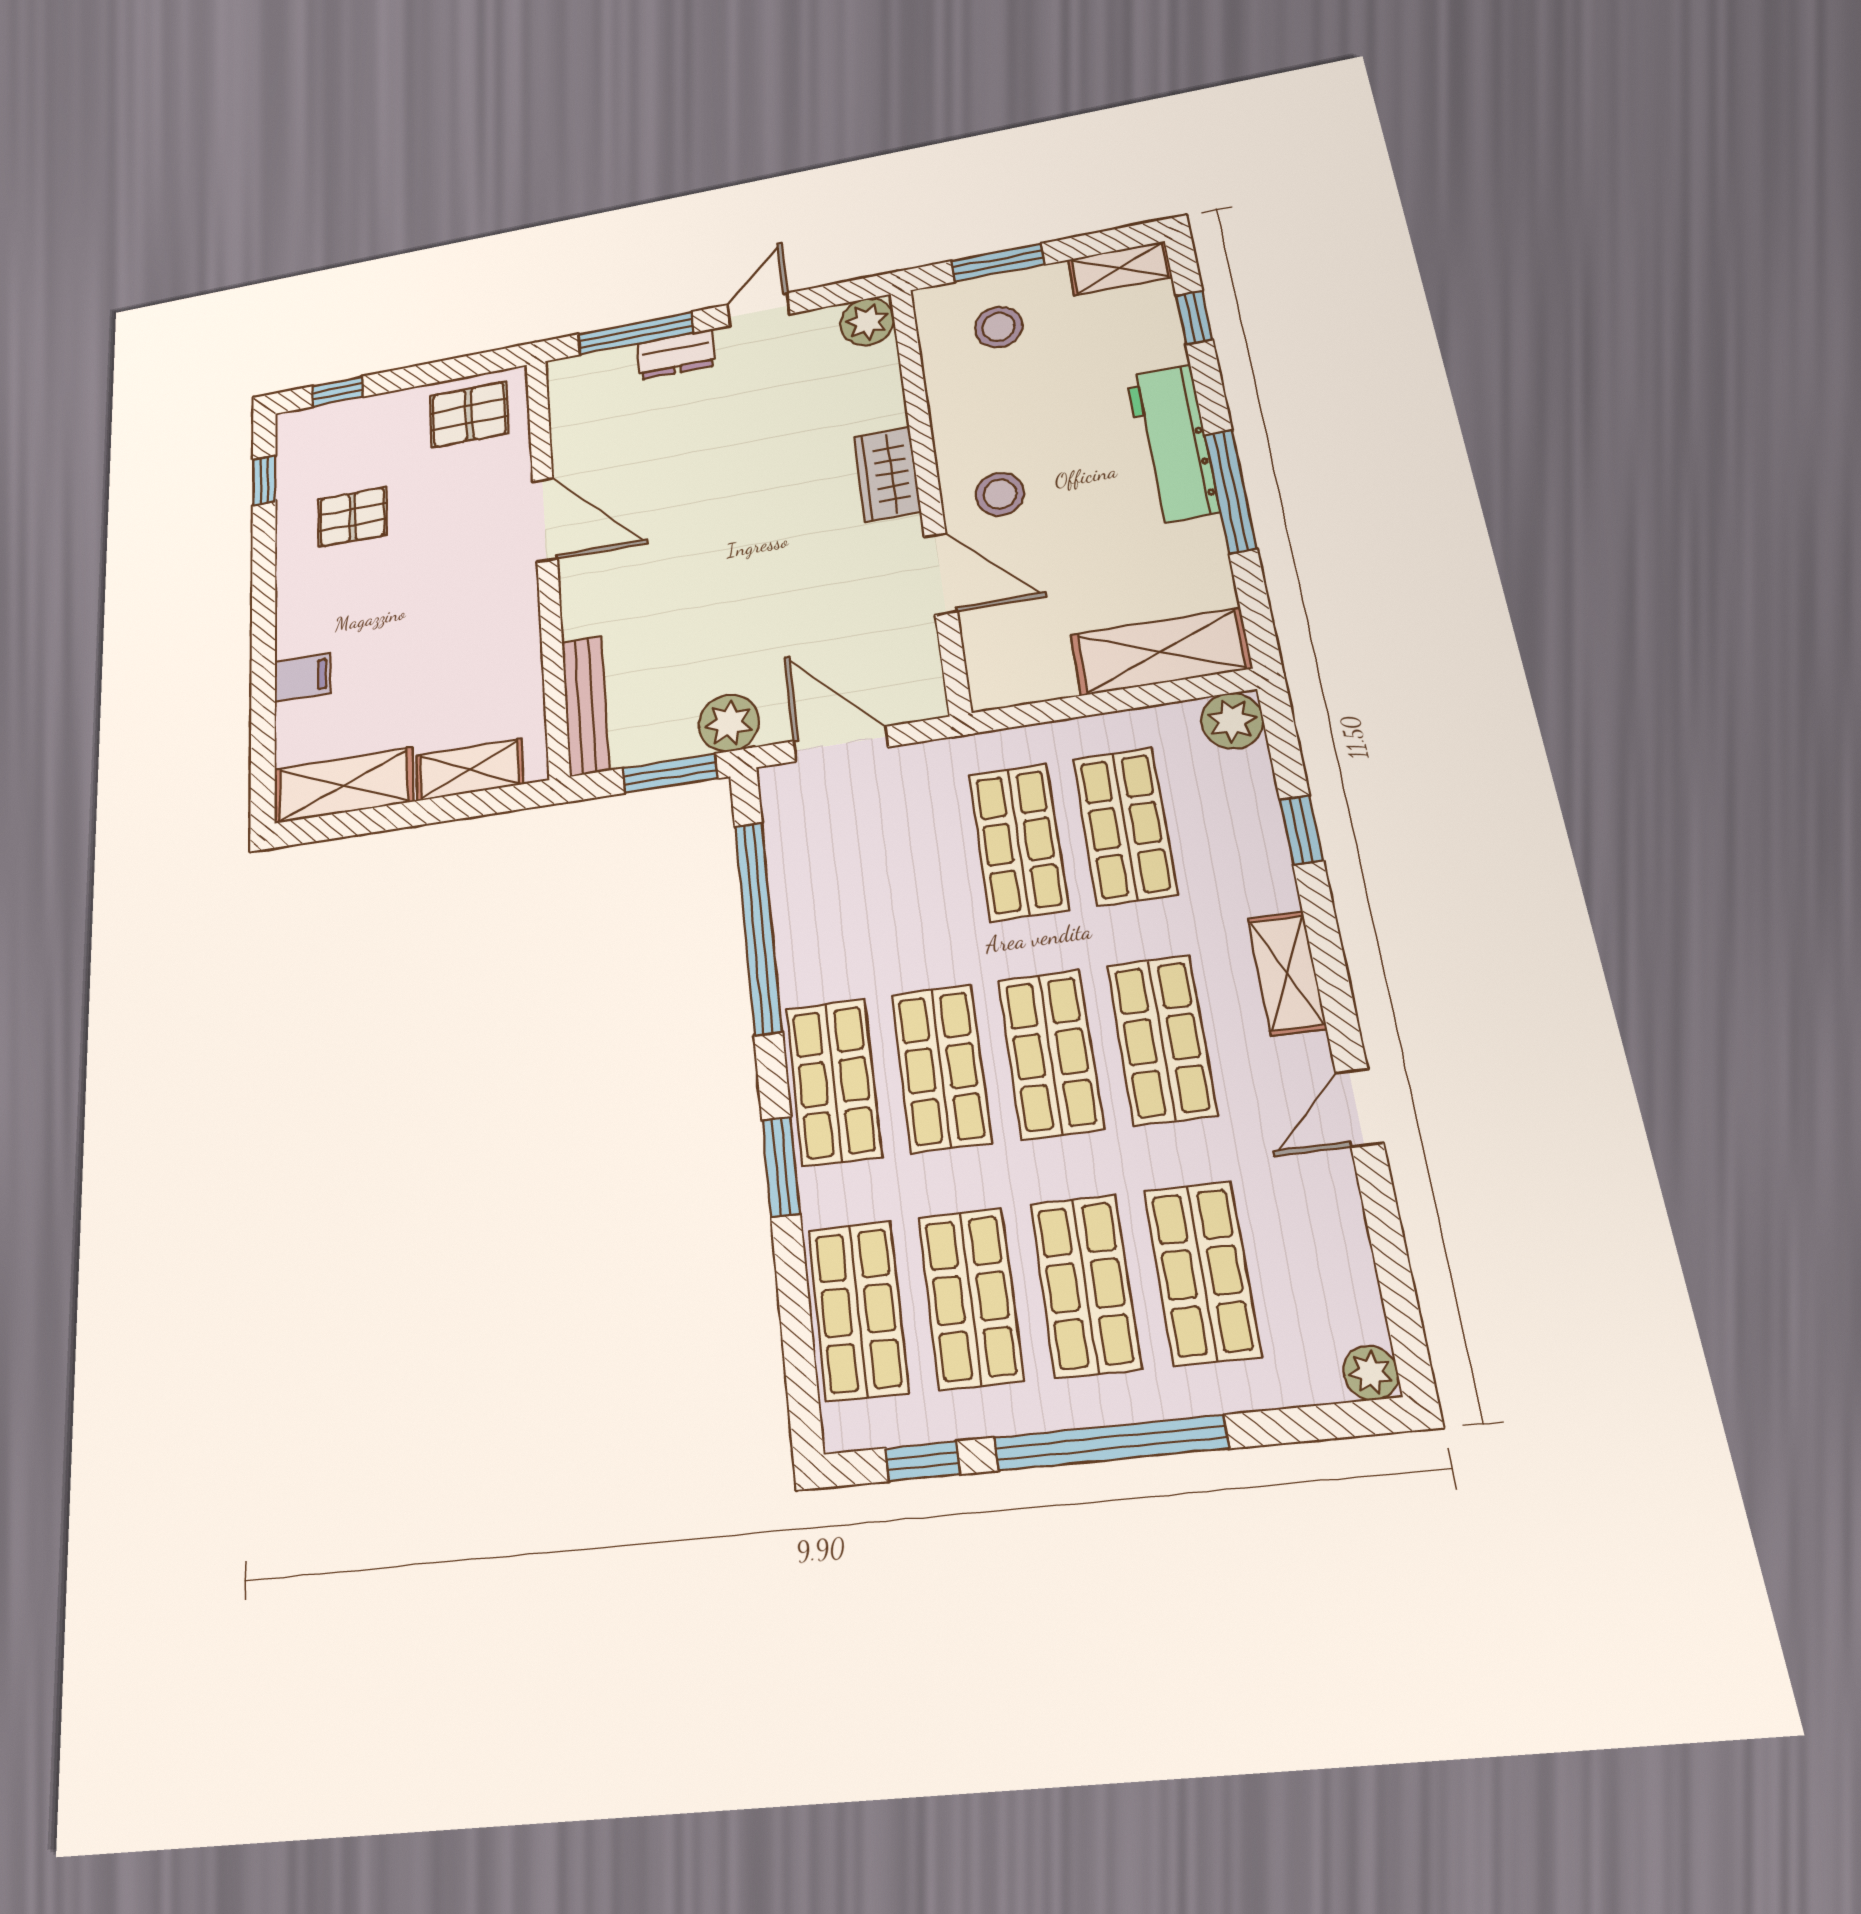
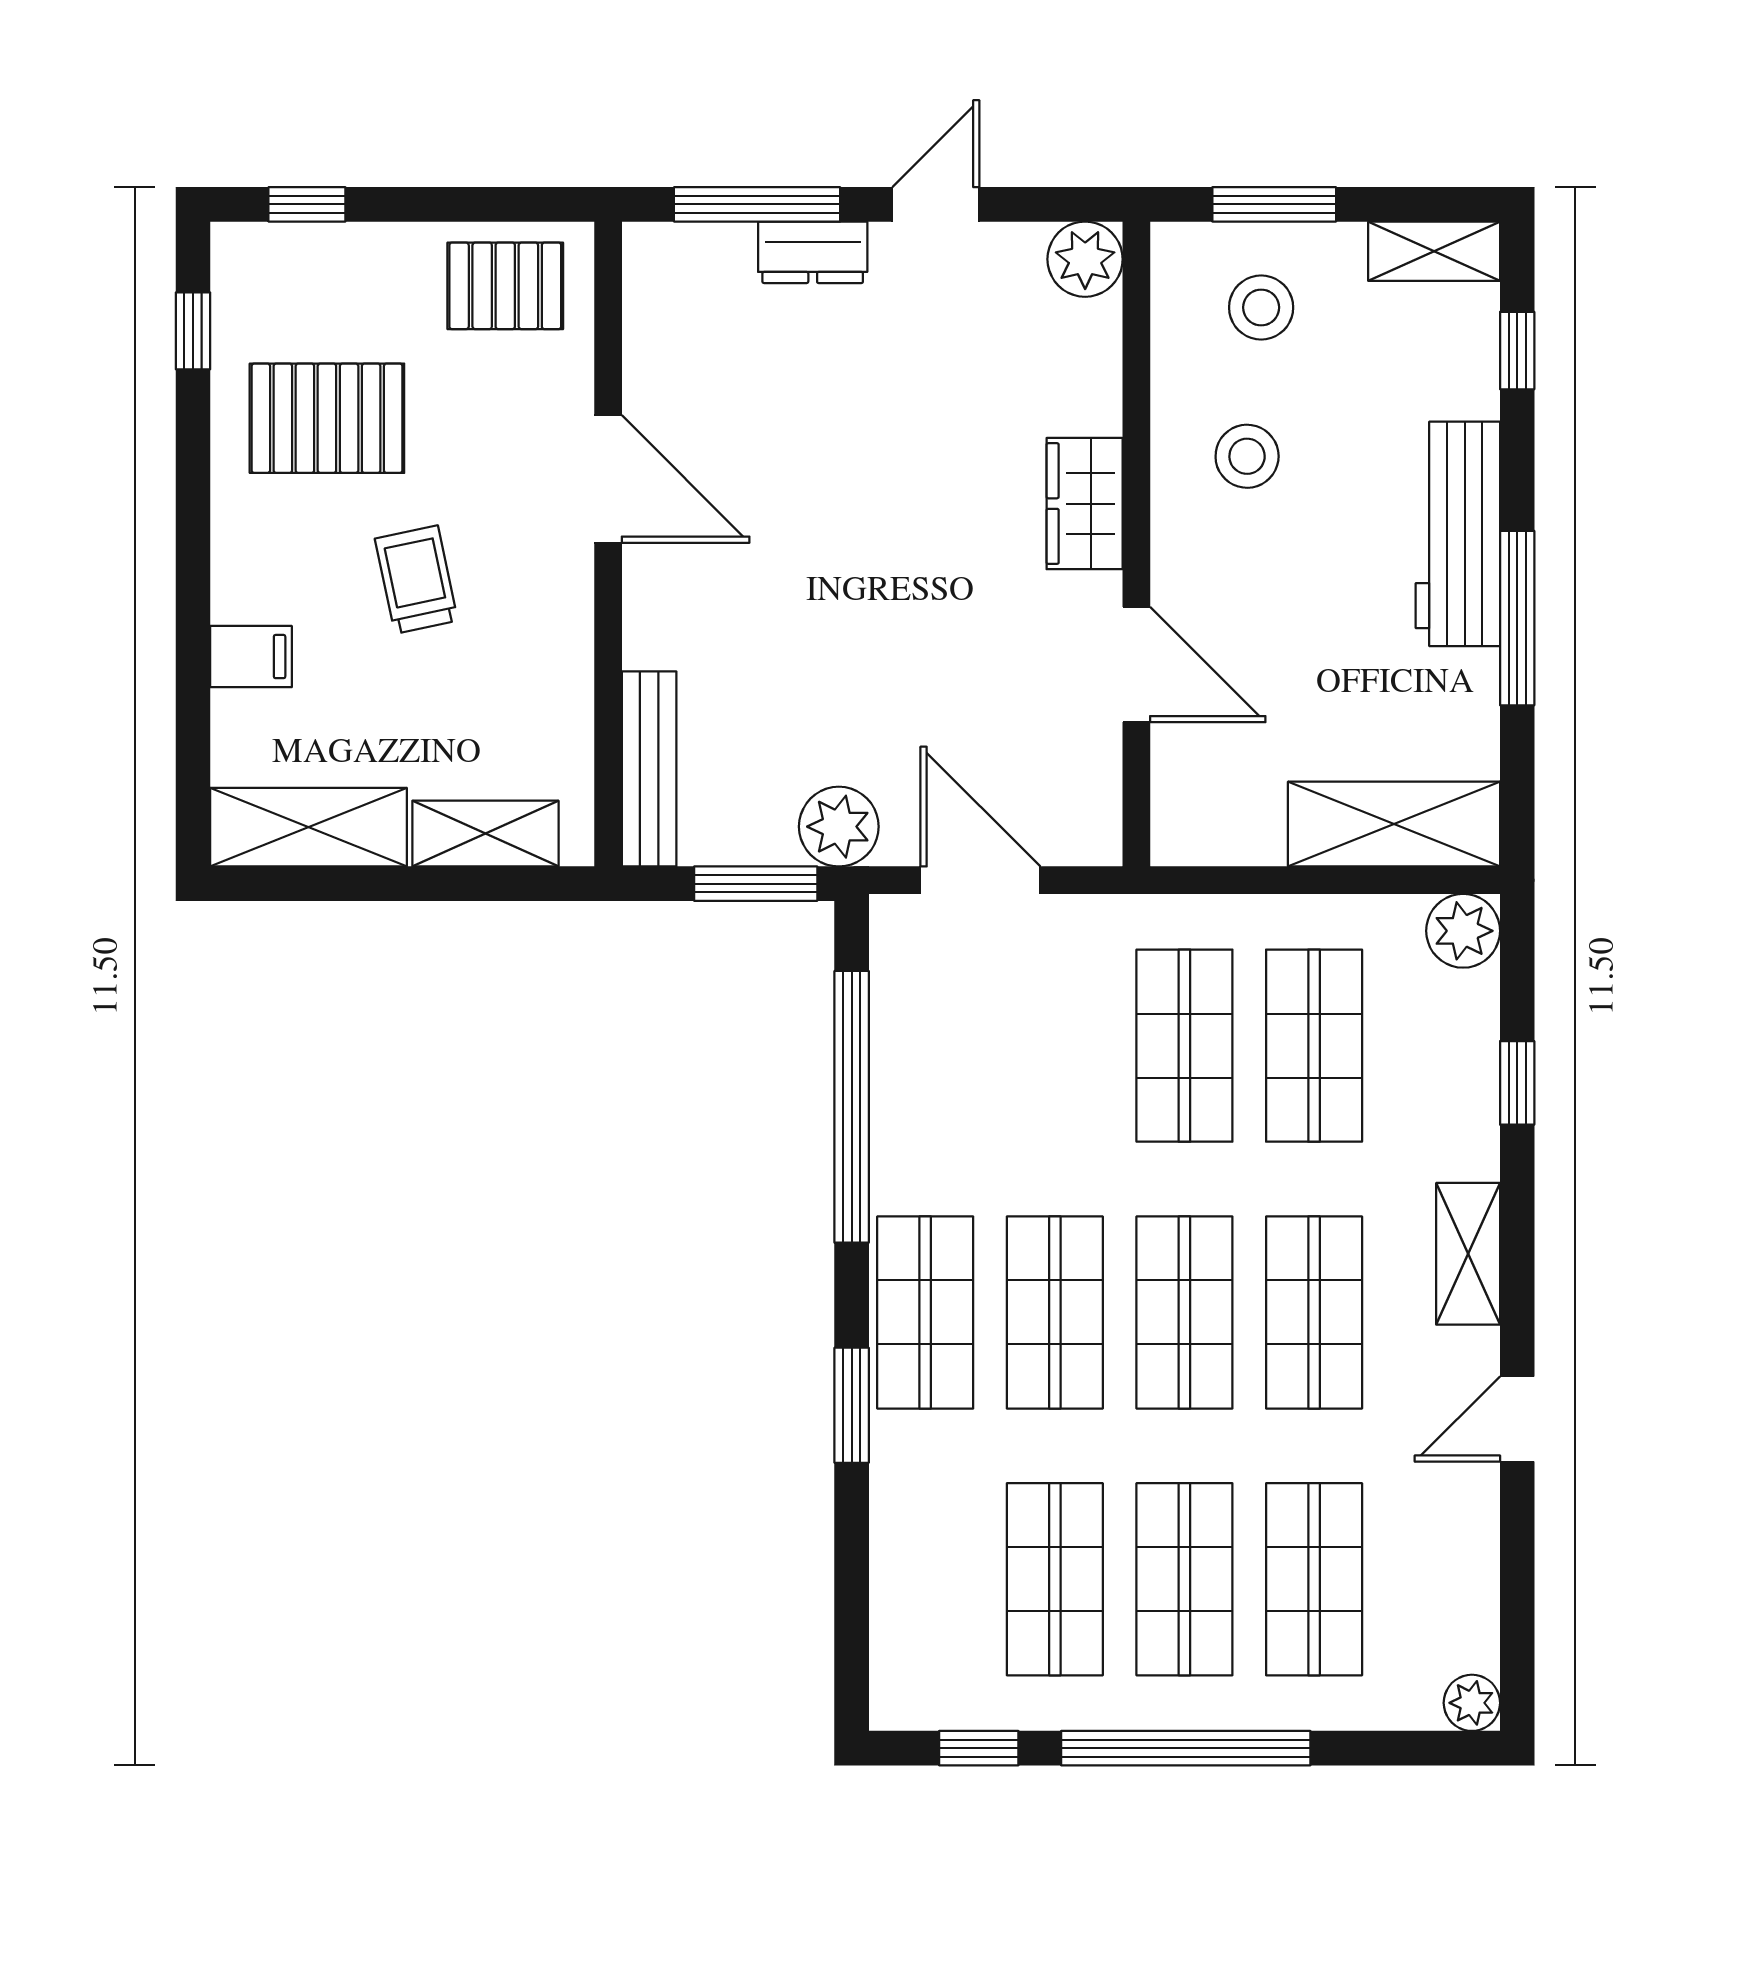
stool: (1000, 494) -> (1247, 456), moved
pallet: (352, 517) -> (327, 418), width x1.50, depth x1.42
trolley: (415, 608) -> (416, 580), added
shop shelf: (858, 1310) -> (925, 1579), removed

